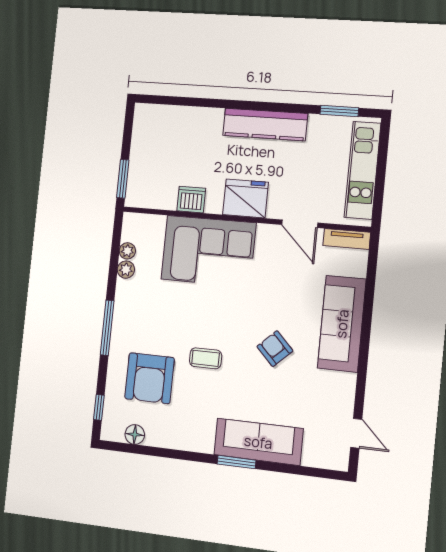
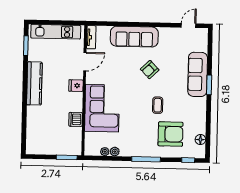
fridge: (246, 198) -> (76, 86), width x0.53, depth x0.75

